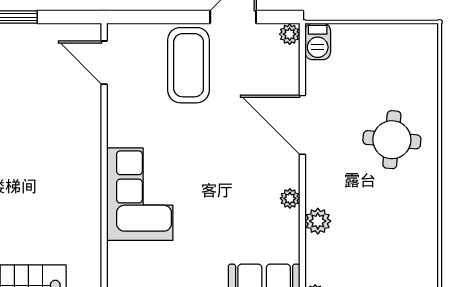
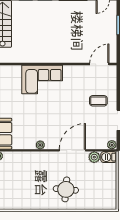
coffee table: (189, 65) -> (98, 101), width x0.54, depth x0.58
plant: (318, 221) -> (94, 157), moved

